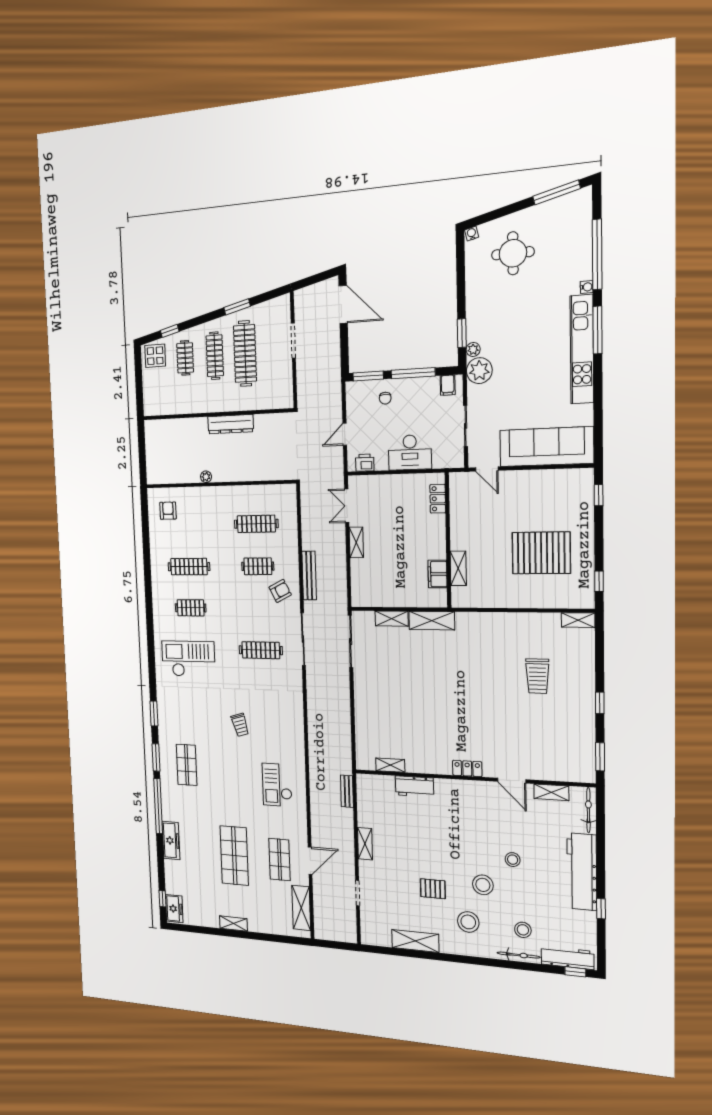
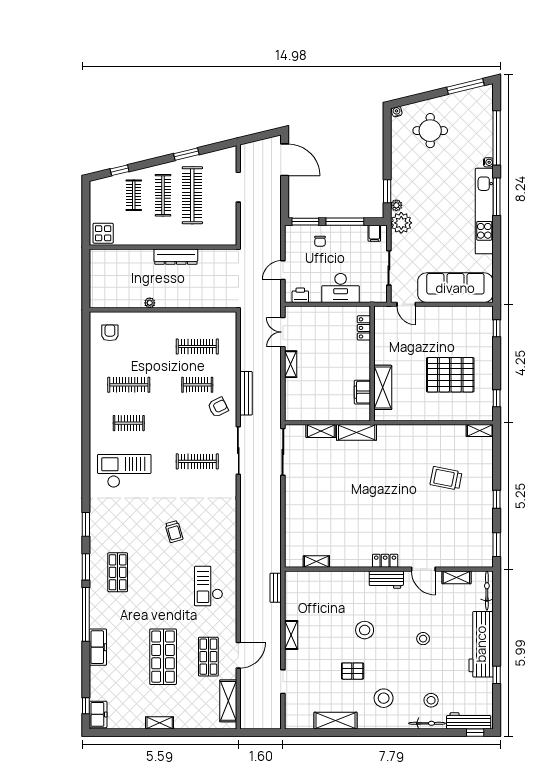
display table: (155, 356) -> (103, 233), moved
shelving: (458, 568) -> (383, 387), width x1.50, depth x1.33
trolley: (537, 676) -> (446, 478), turned 101
workbench: (414, 787) -> (386, 580), moved
stool: (483, 885) -> (365, 630), moved

